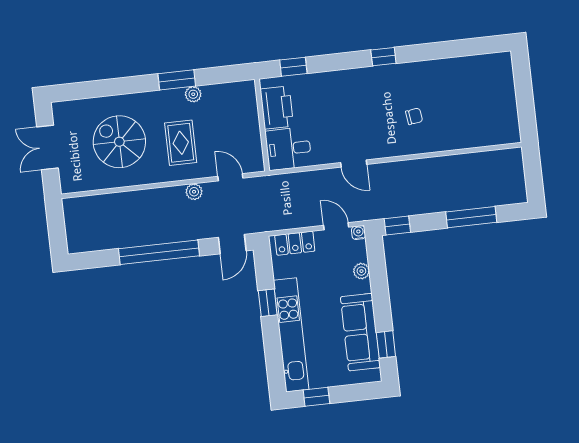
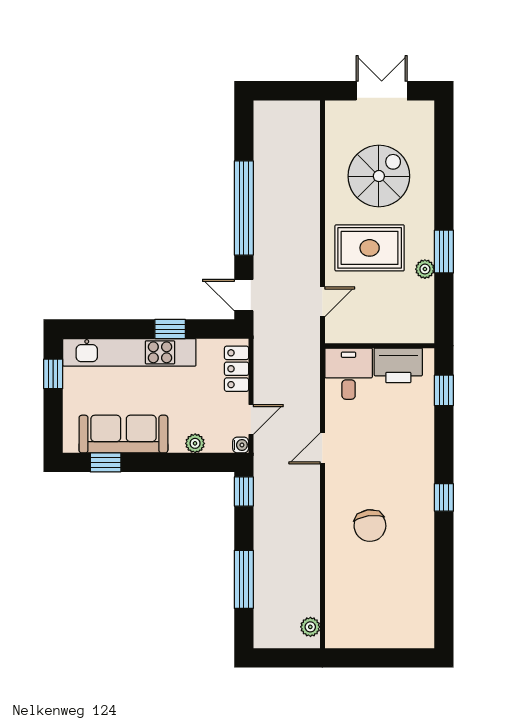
chair: (414, 116) -> (370, 526), width x1.87, depth x1.87
rug: (181, 143) -> (370, 248), width x1.36, depth x1.43
plant: (194, 192) -> (310, 627), moved

